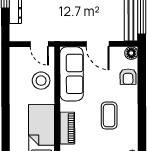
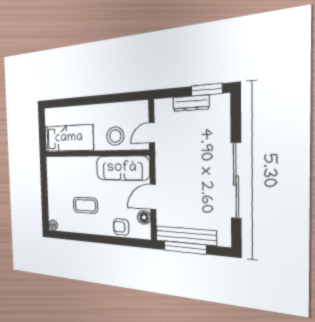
floor lamp: (131, 53) -> (144, 217), moved
piano: (67, 128) -> (73, 164), removed

